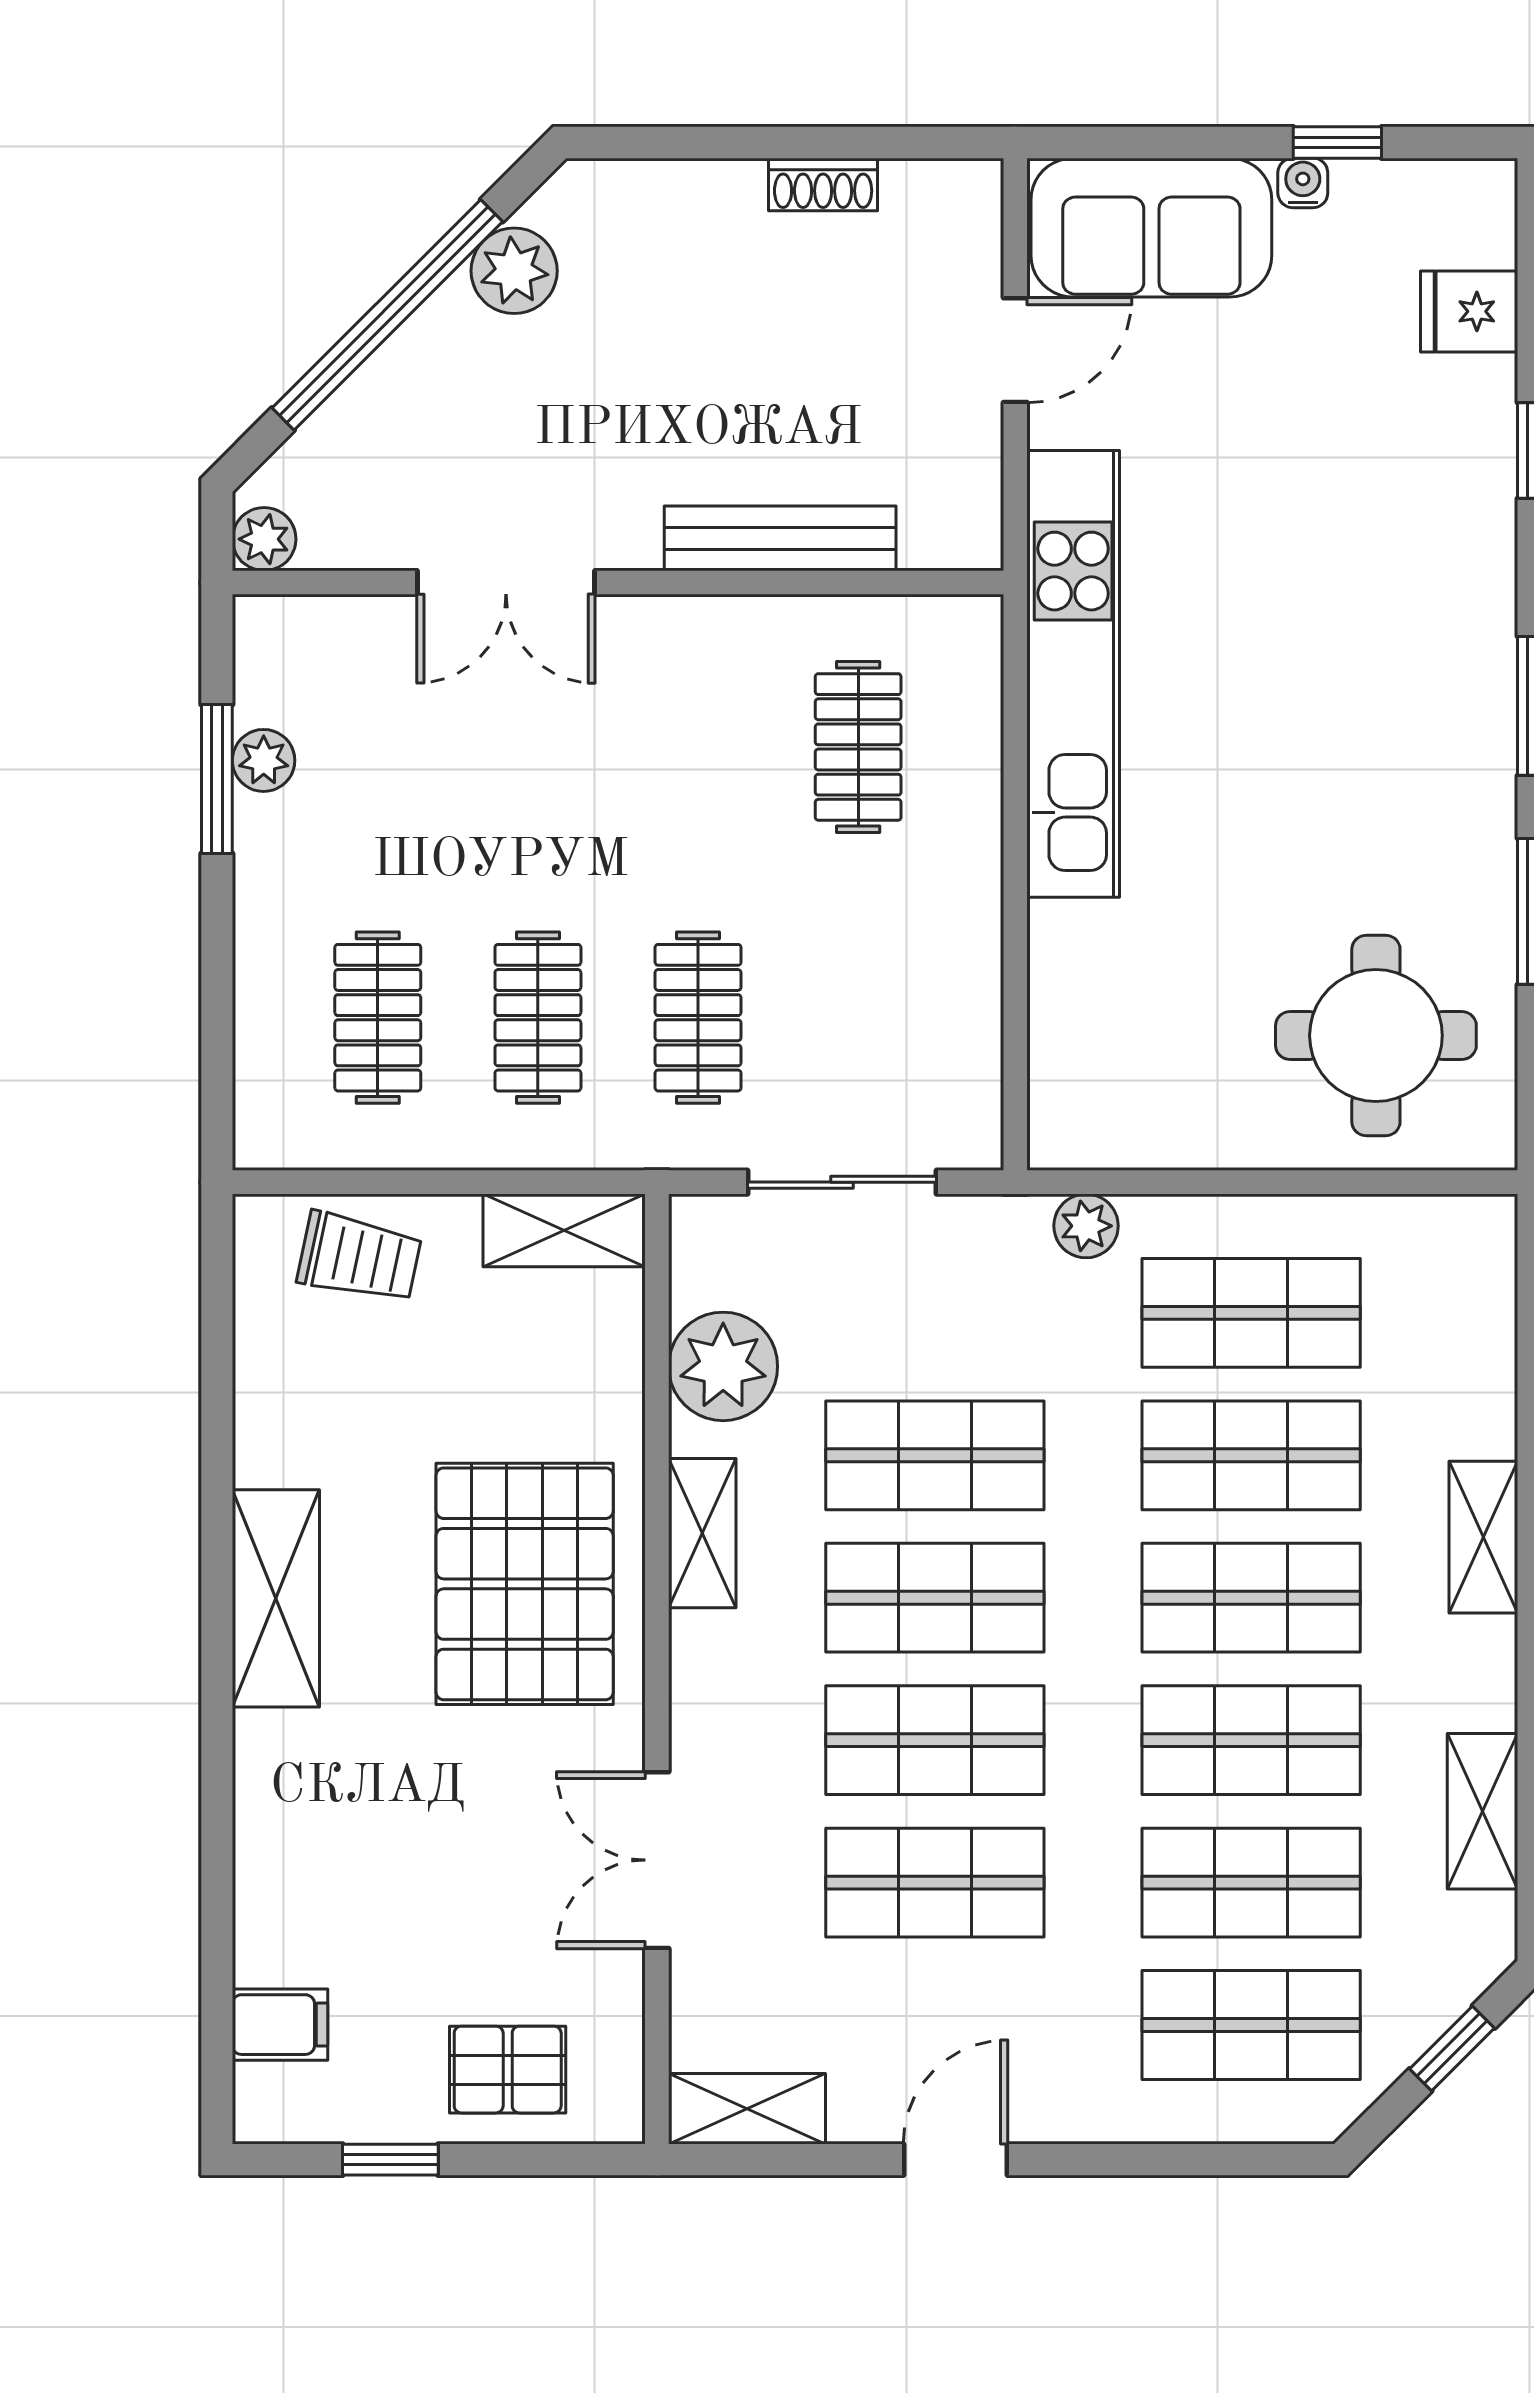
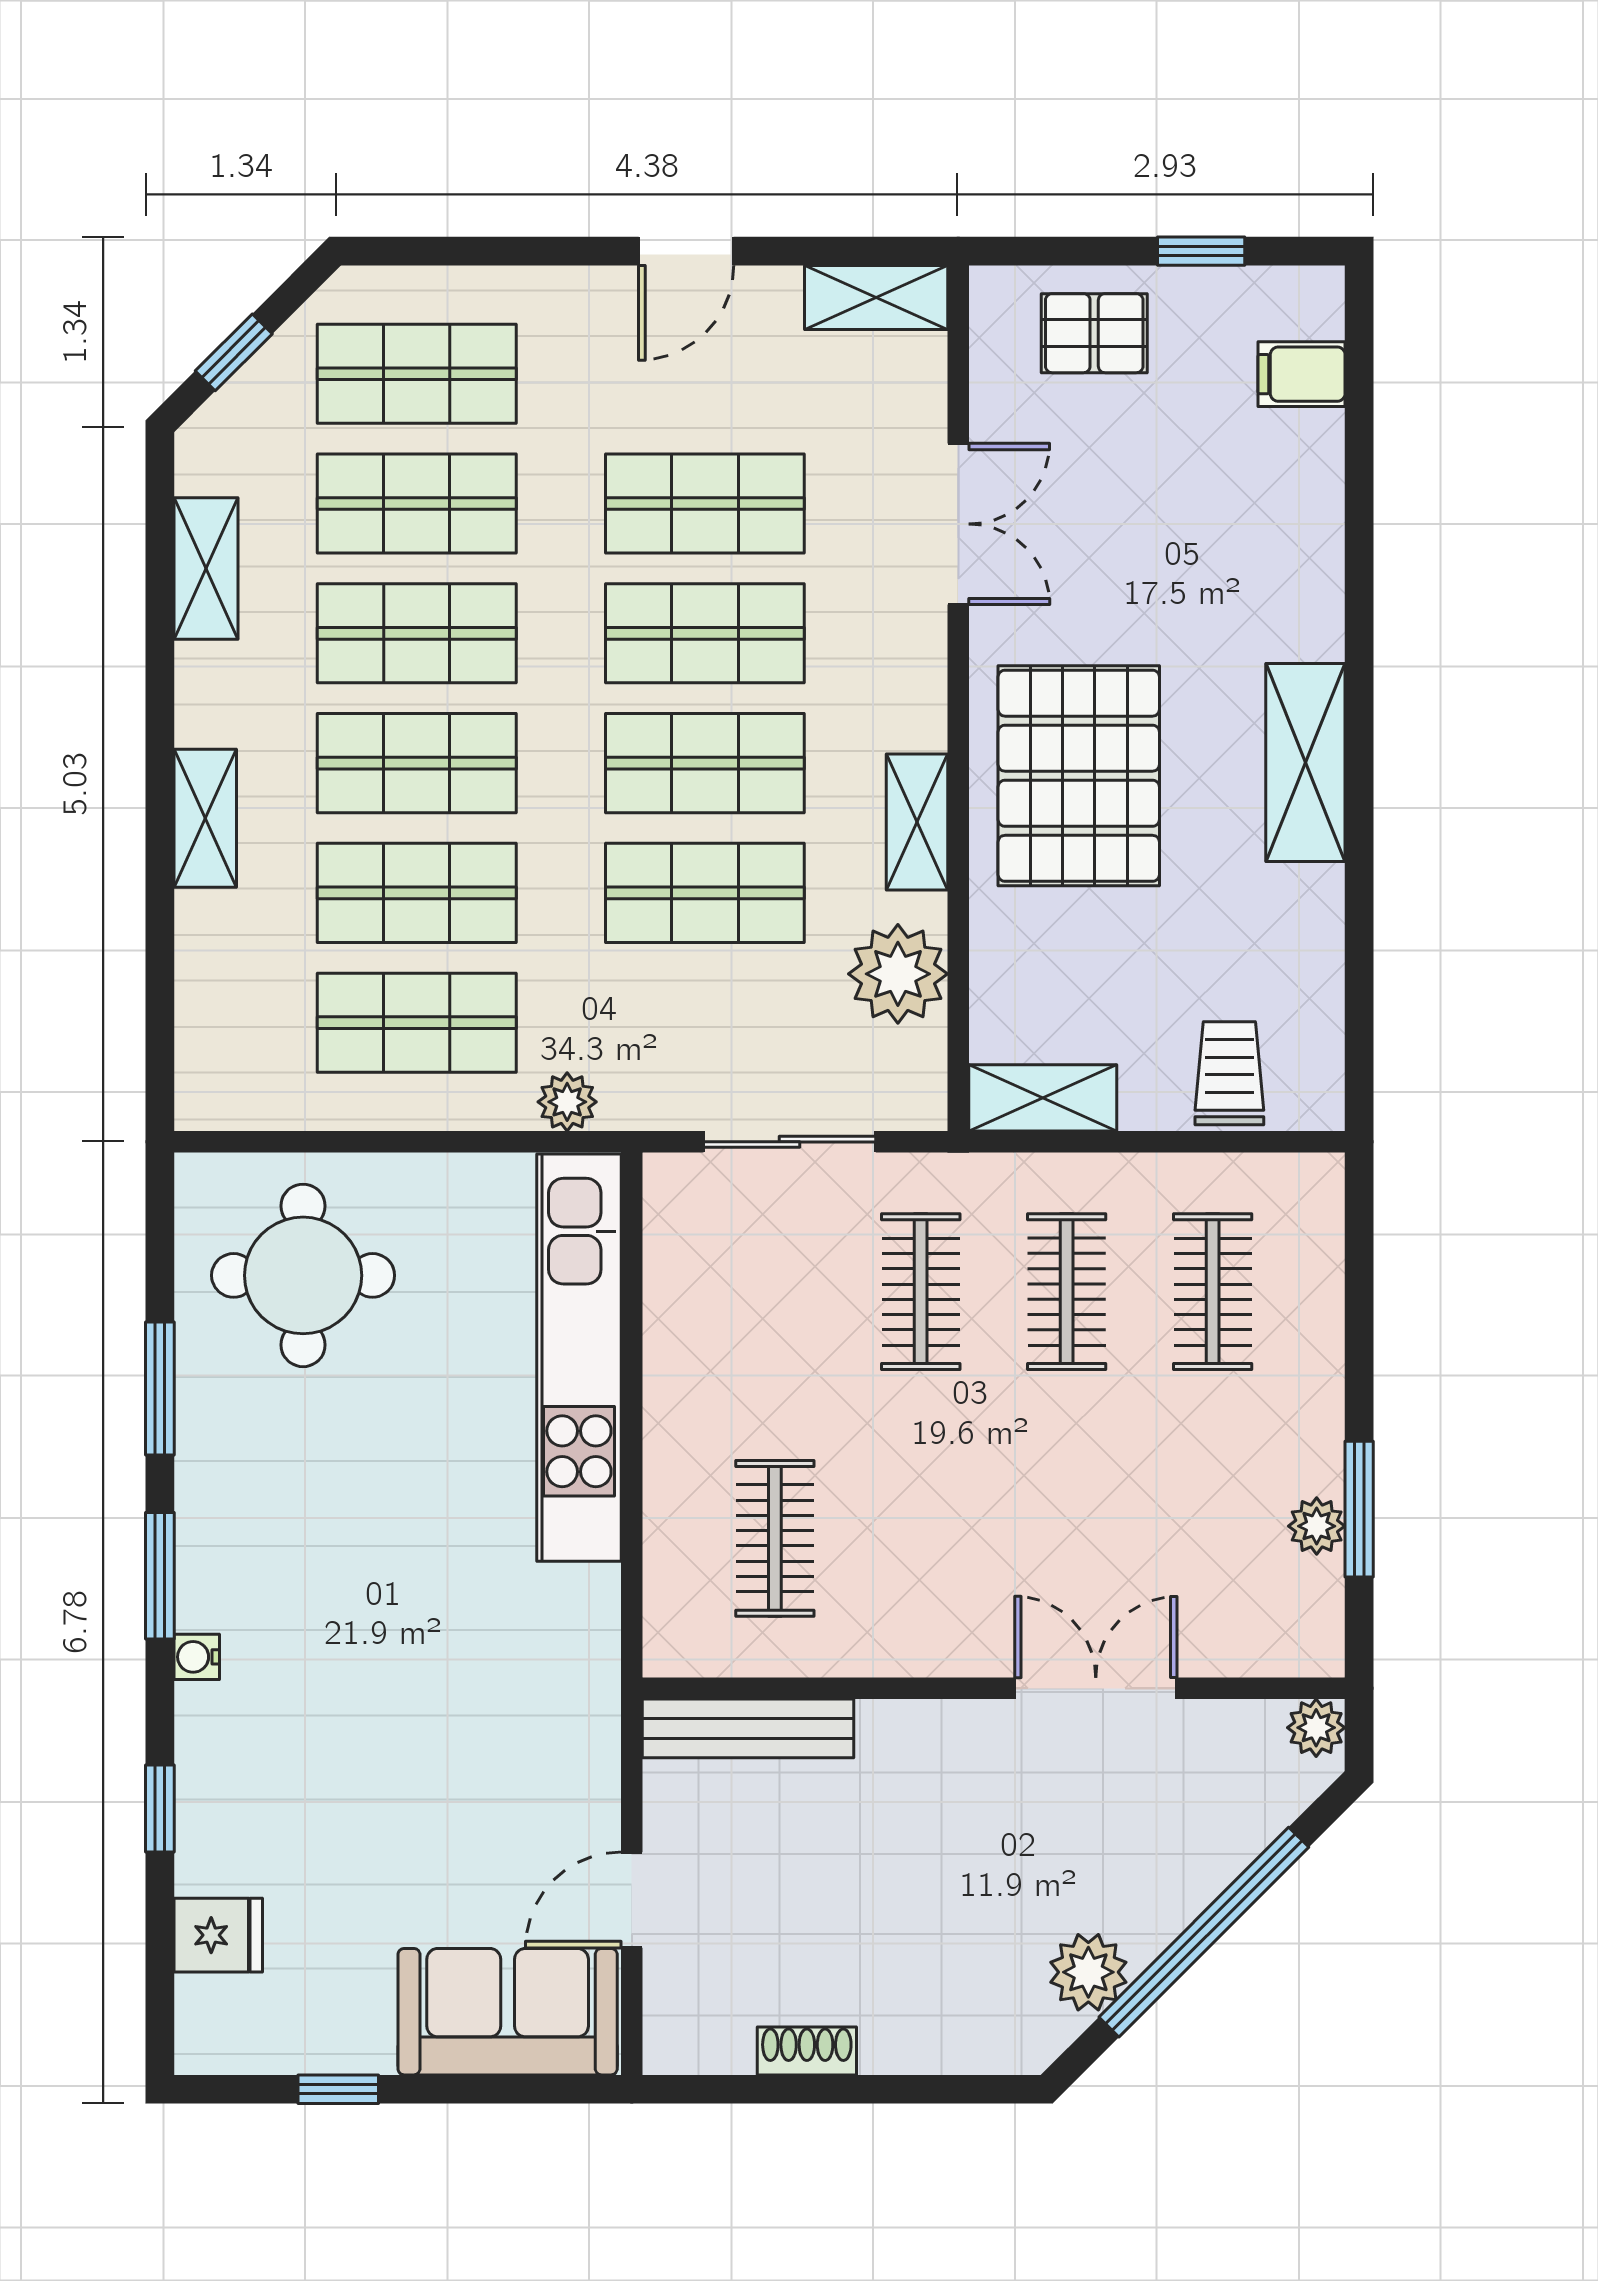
water cooler: (1303, 183) -> (197, 1657), moved, turned 90
bench: (780, 538) -> (748, 1728), moved
kitchen unit: (1073, 674) -> (579, 1358), moved
trolley: (359, 1257) -> (1229, 1073), turned 78

